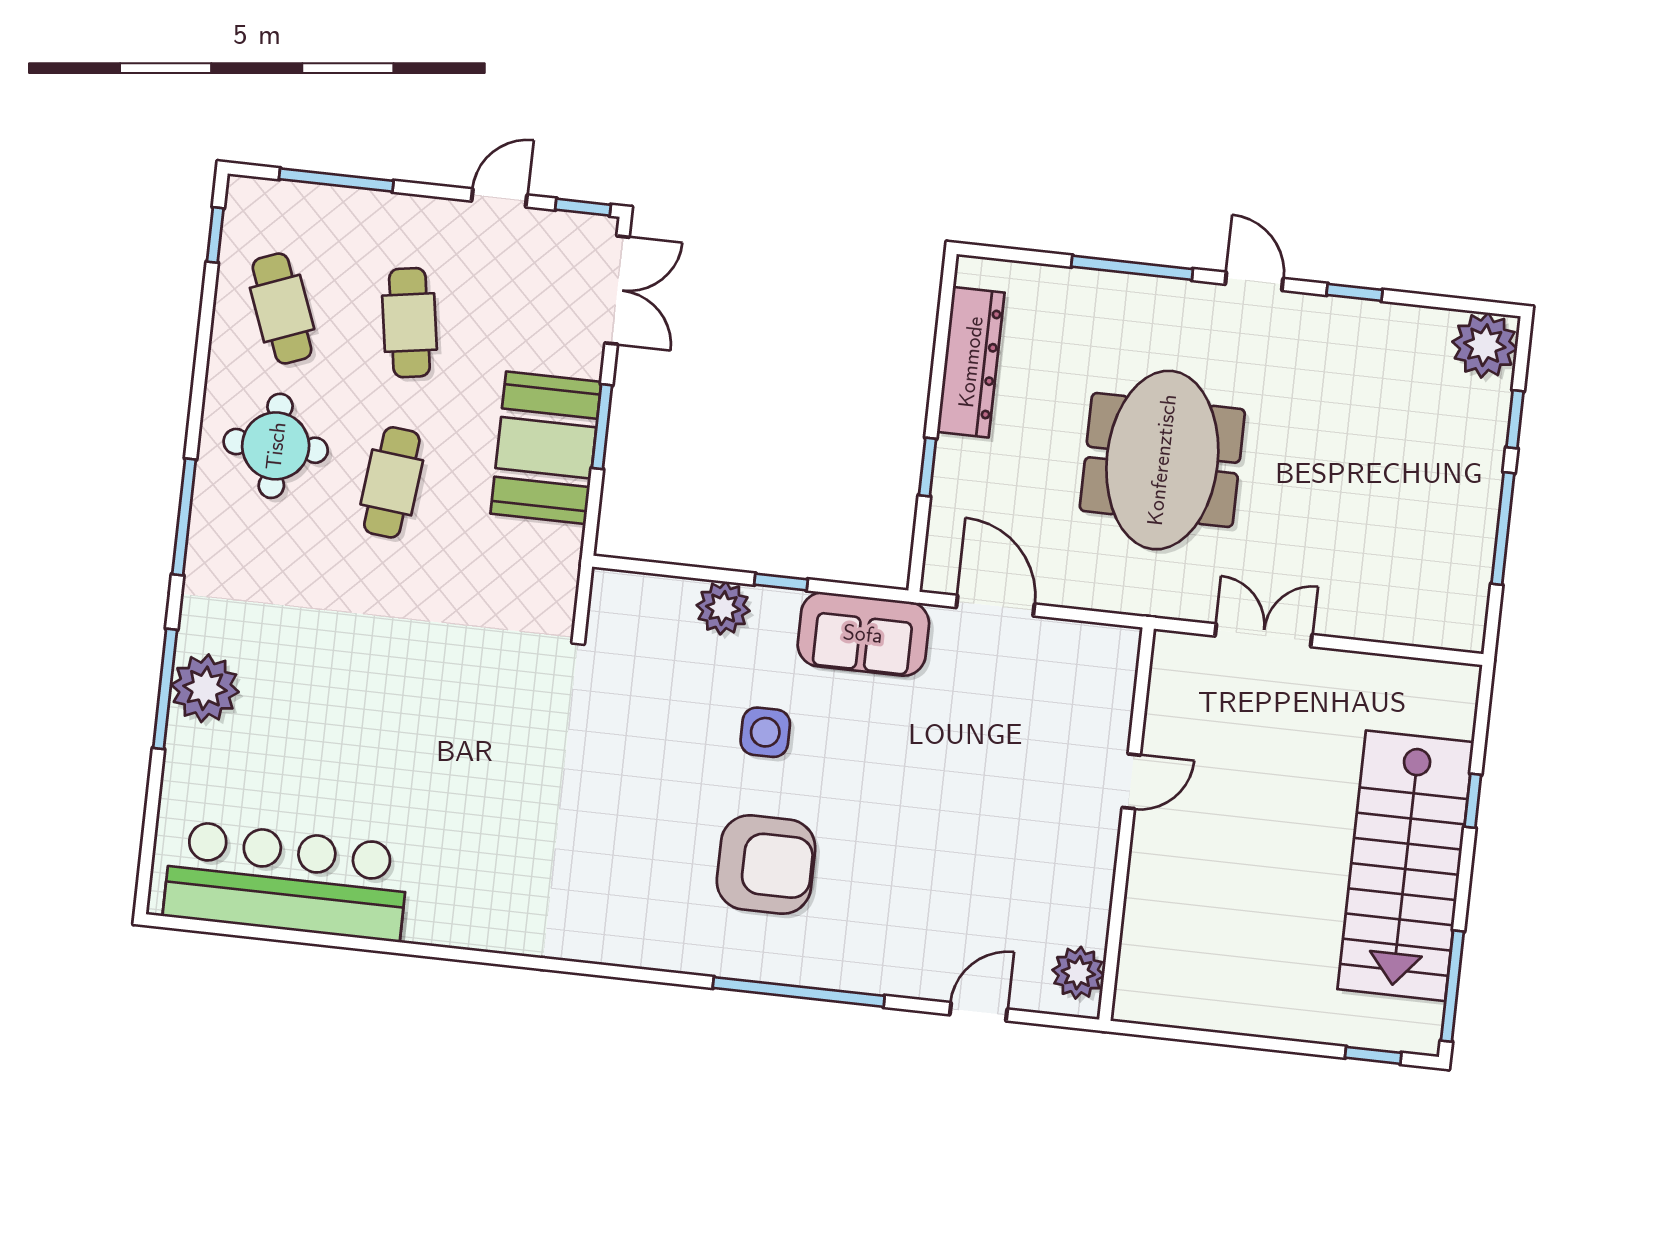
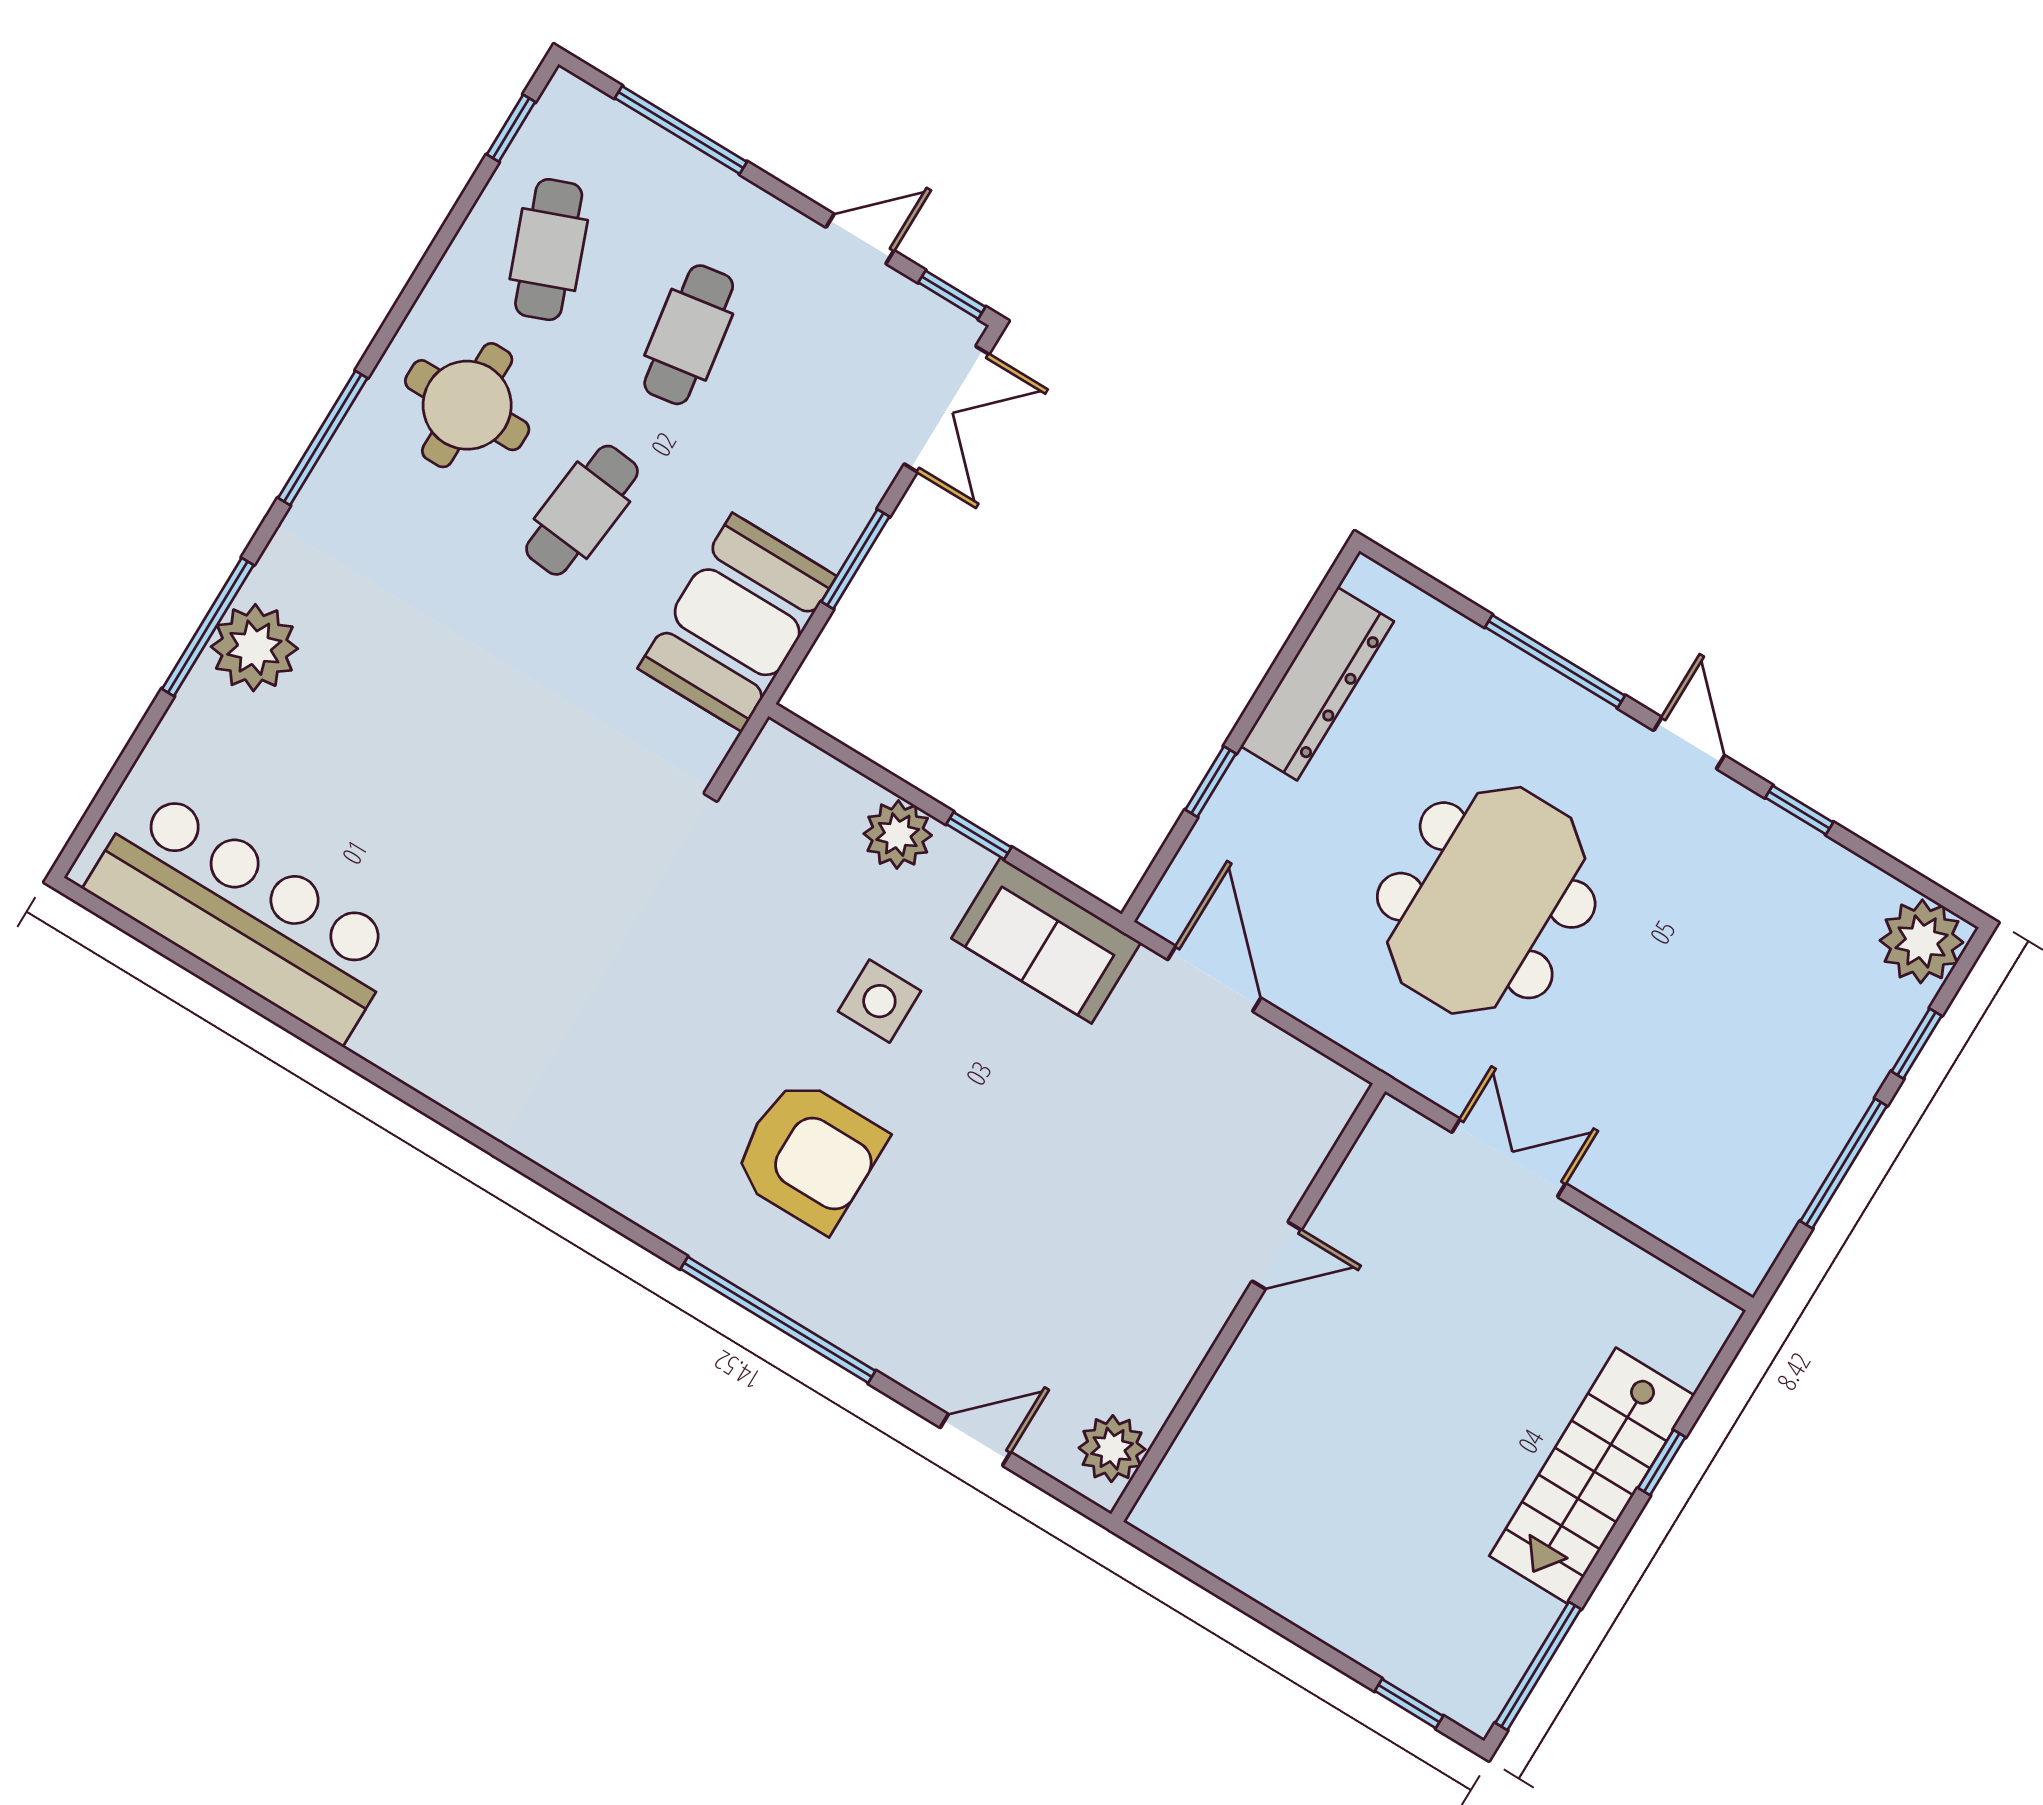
booth: (546, 448) -> (737, 622), moved
stairs: (1406, 866) -> (1592, 1476), width x0.73, depth x0.66

